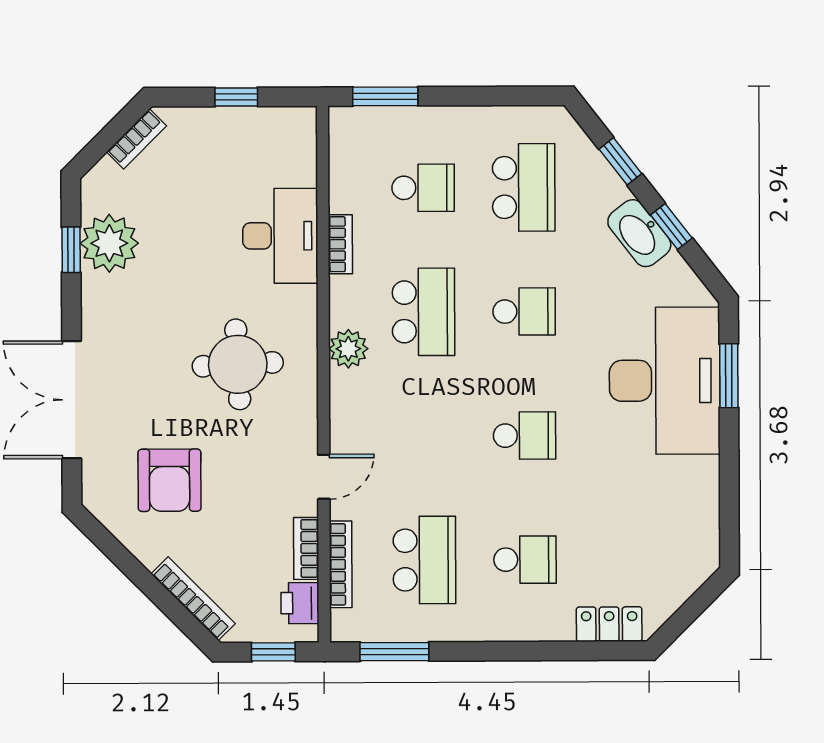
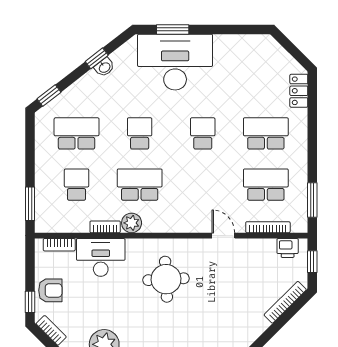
window: (236, 97) -> (30, 302), moved
window: (620, 161) -> (49, 95), moved
washbasin: (639, 233) -> (104, 67), width x0.52, depth x0.69
plant: (348, 349) -> (132, 223), moved
armchair: (170, 480) -> (50, 290), moved, width x0.72, depth x0.72
bookcase: (306, 548) -> (59, 245), moved
school desk: (525, 560) -> (266, 133), width x1.85

